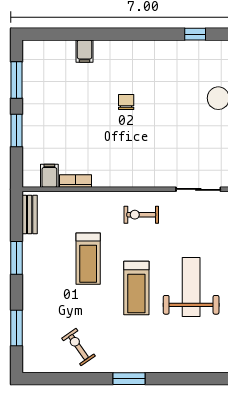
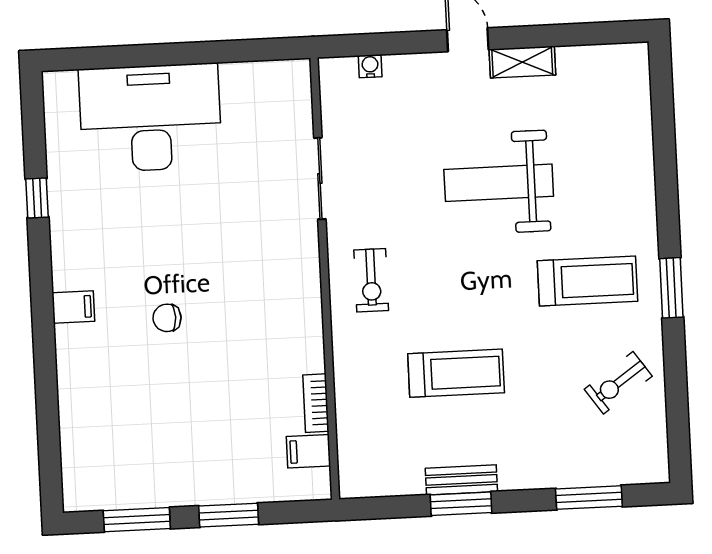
filing cabinet: (85, 51) -> (73, 307), moved
bench: (30, 214) -> (461, 480), moved
treadmill: (136, 288) -> (588, 281), moved

